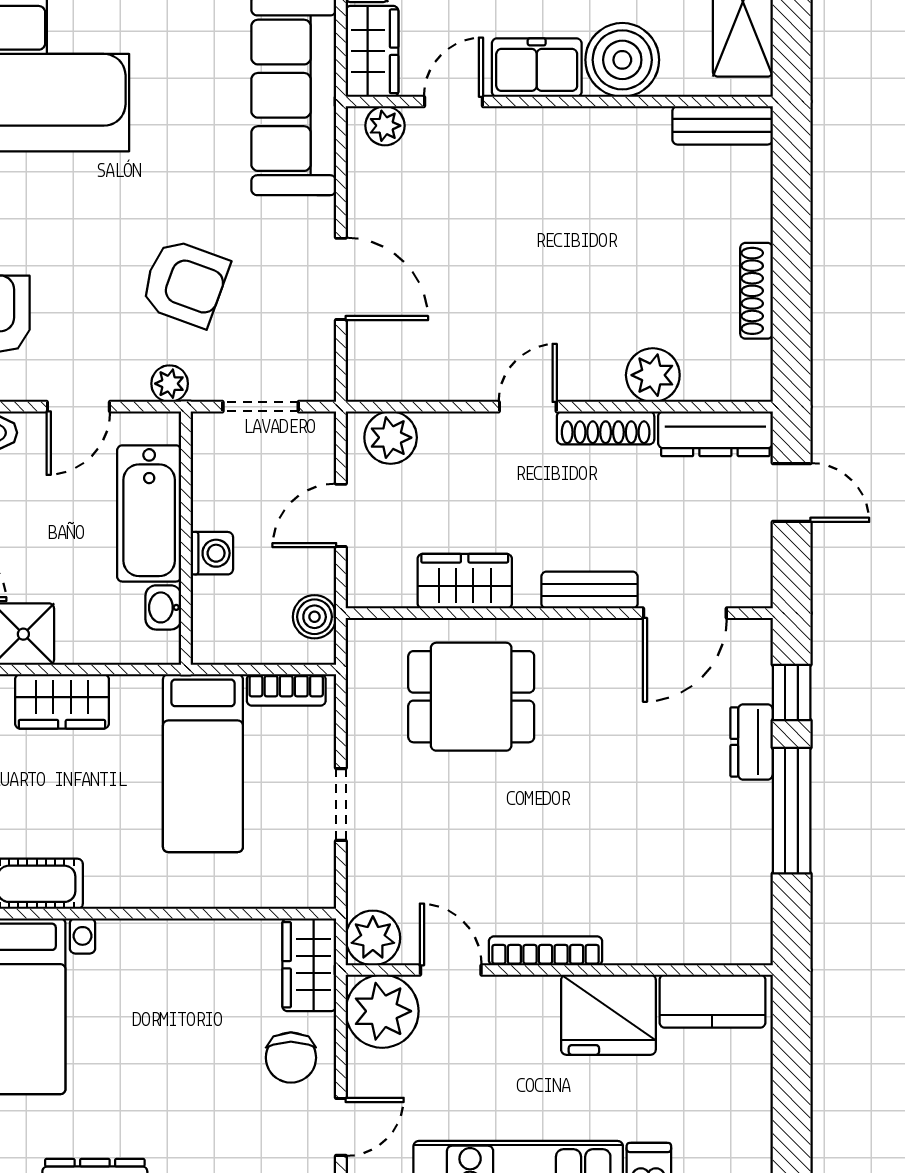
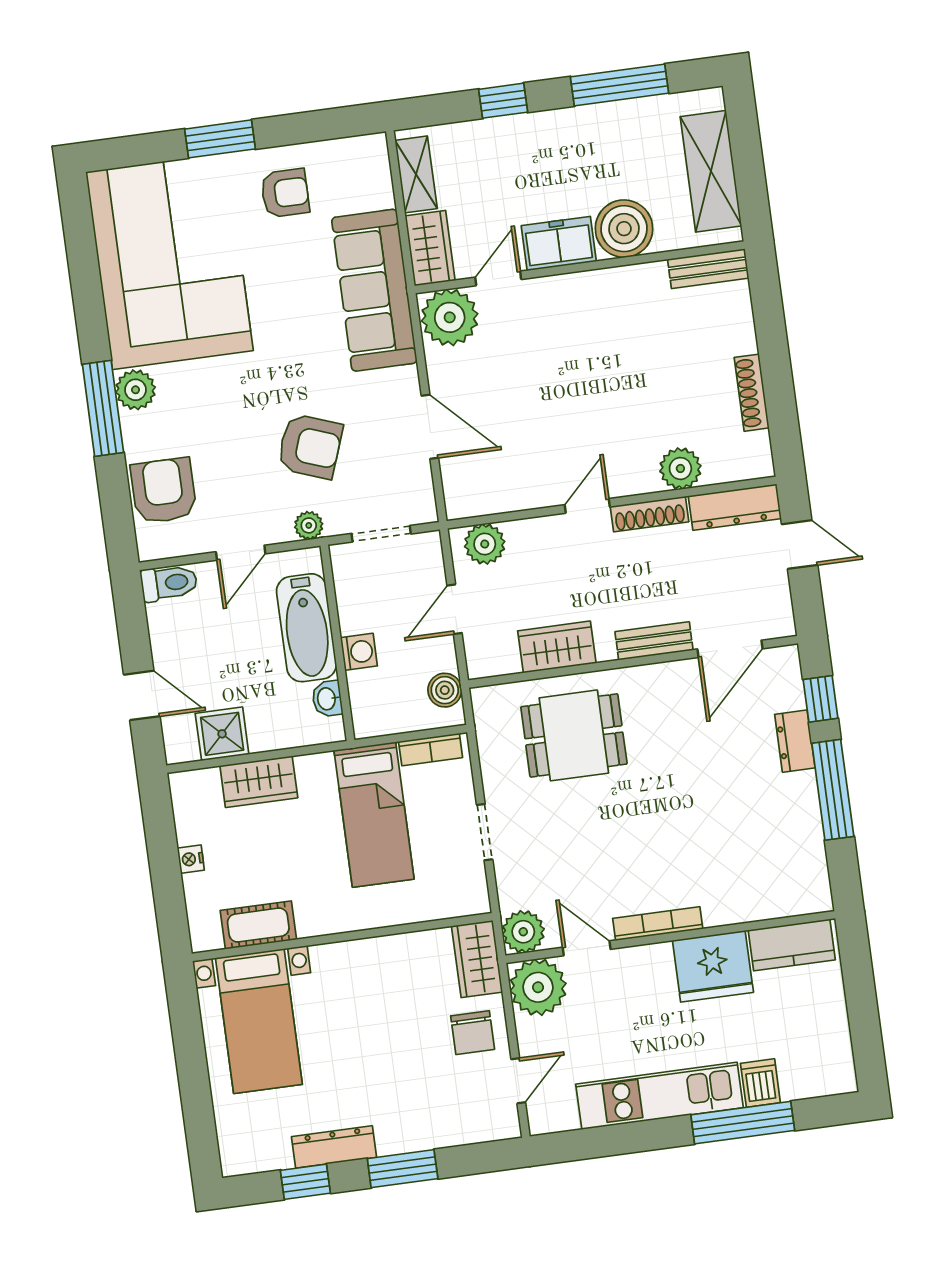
plant: (385, 126) -> (450, 317), width x1.88, depth x1.88

